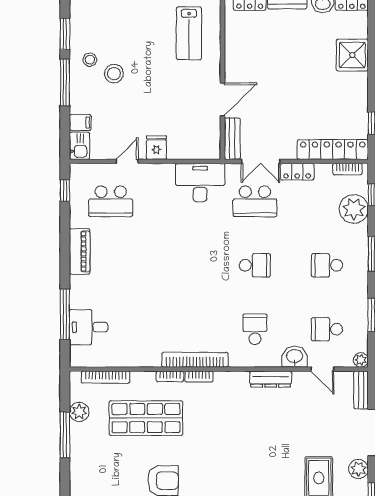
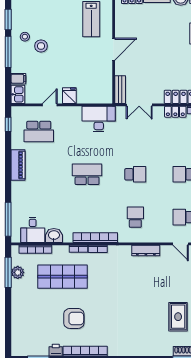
door: (222, 99) -> (114, 49), moved
locker: (297, 172) -> (175, 112), moved
school desk: (255, 201) -> (87, 174), moved, turned 180
window: (65, 314) -> (8, 219), moved
desk: (89, 327) -> (33, 230), moved, turned -90
washbasin: (295, 357) -> (54, 235), moved
window: (65, 435) -> (8, 272), moved

